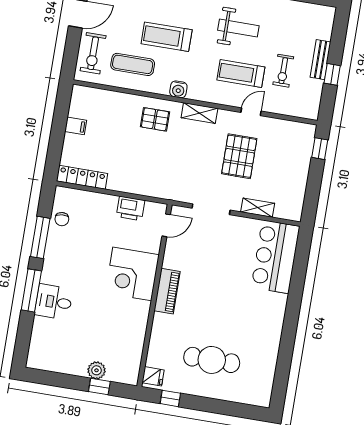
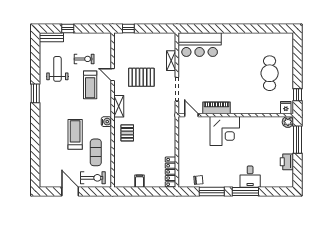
weight bench: (238, 28) -> (57, 69), moved
treadmill: (167, 37) -> (75, 134), turned 180
bench: (320, 60) -> (51, 37), moved
window: (332, 74) -> (68, 28), moved
printer: (130, 208) -> (287, 162), moved, turned 180
piano: (167, 291) -> (217, 108), moved
plant: (97, 370) -> (288, 122), moved
window: (99, 387) -> (298, 140), width x2.17

